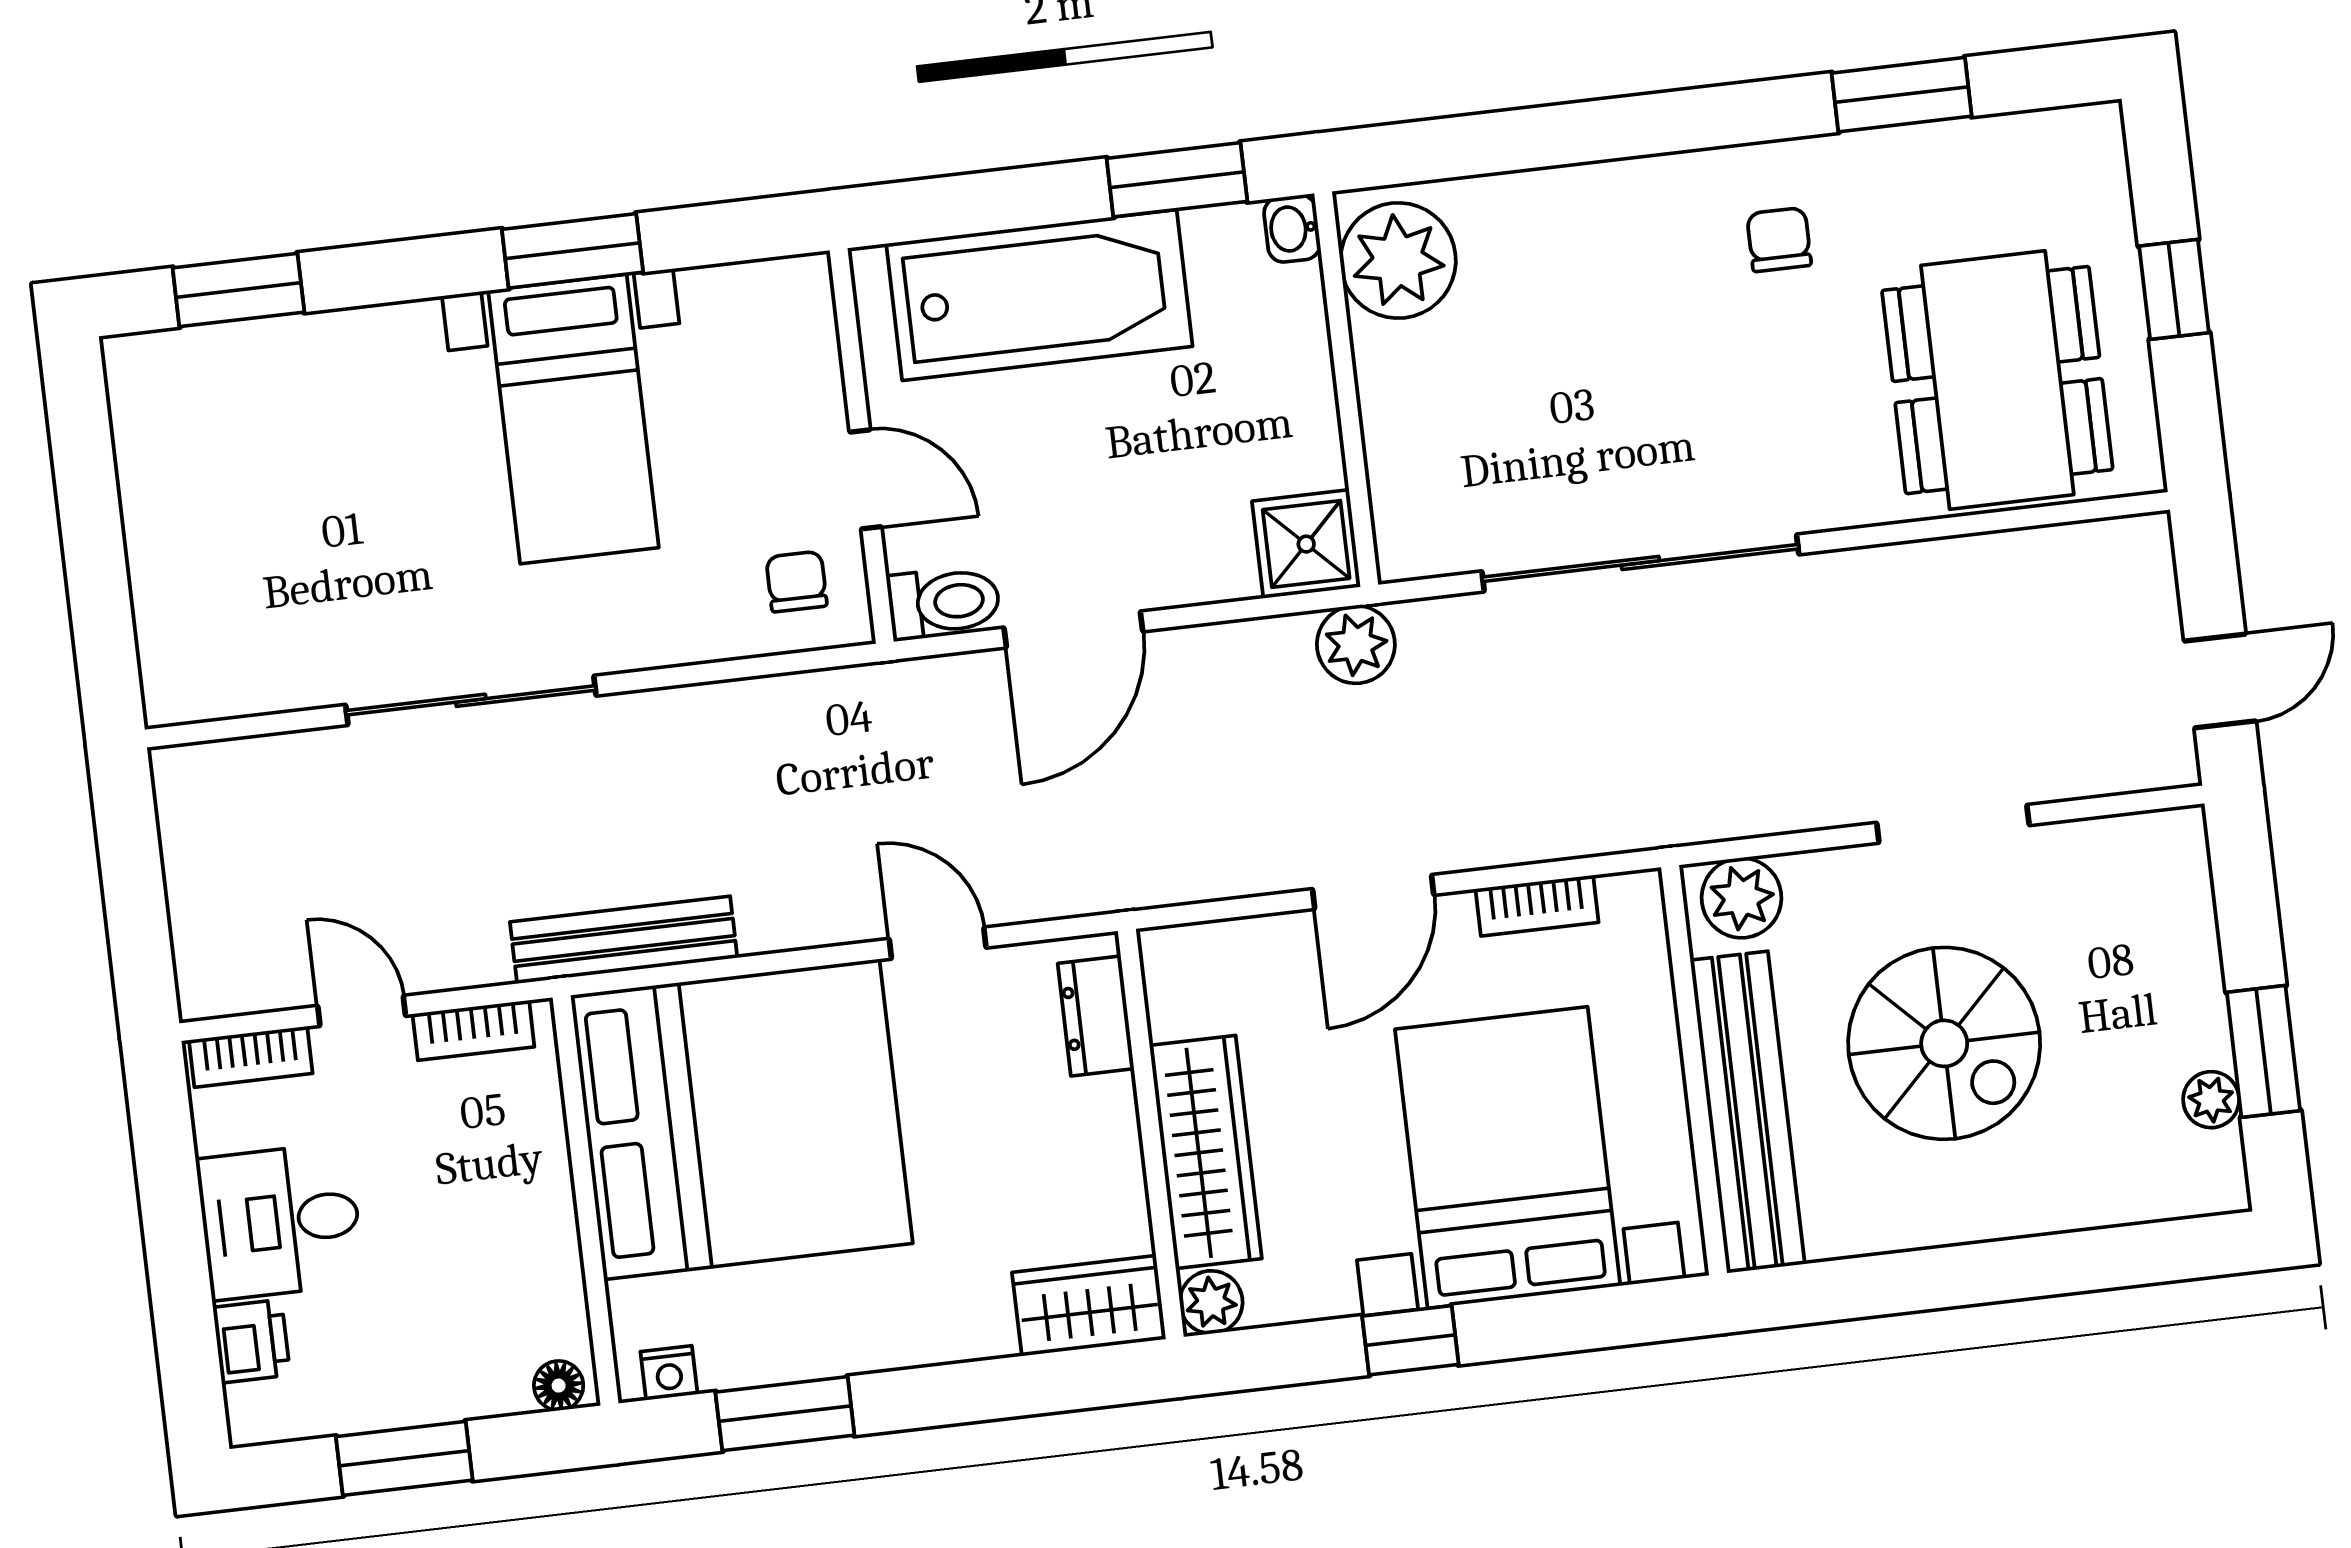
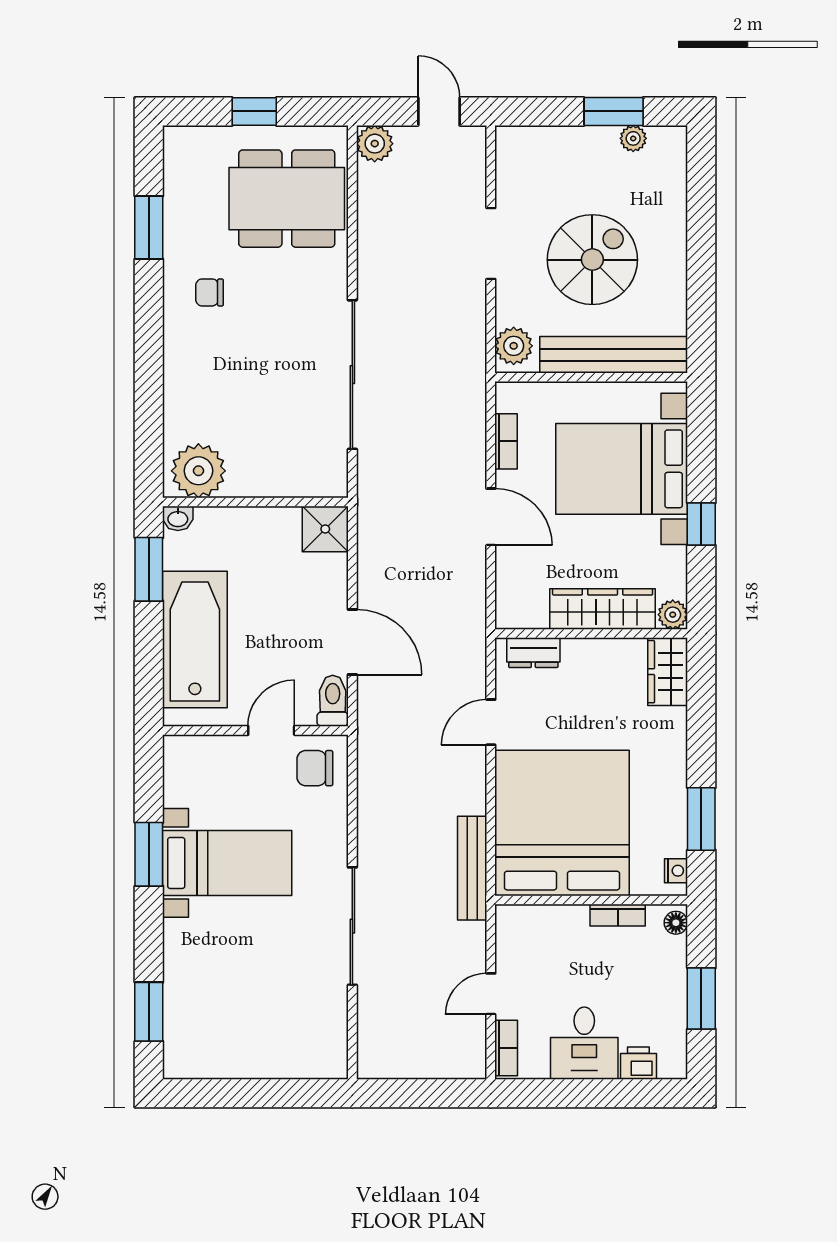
chair: (796, 582) -> (315, 768), width x1.37, depth x1.37
plant: (1356, 644) -> (375, 144), moved
bookcase: (473, 1030) -> (618, 915), moved, turned 90

